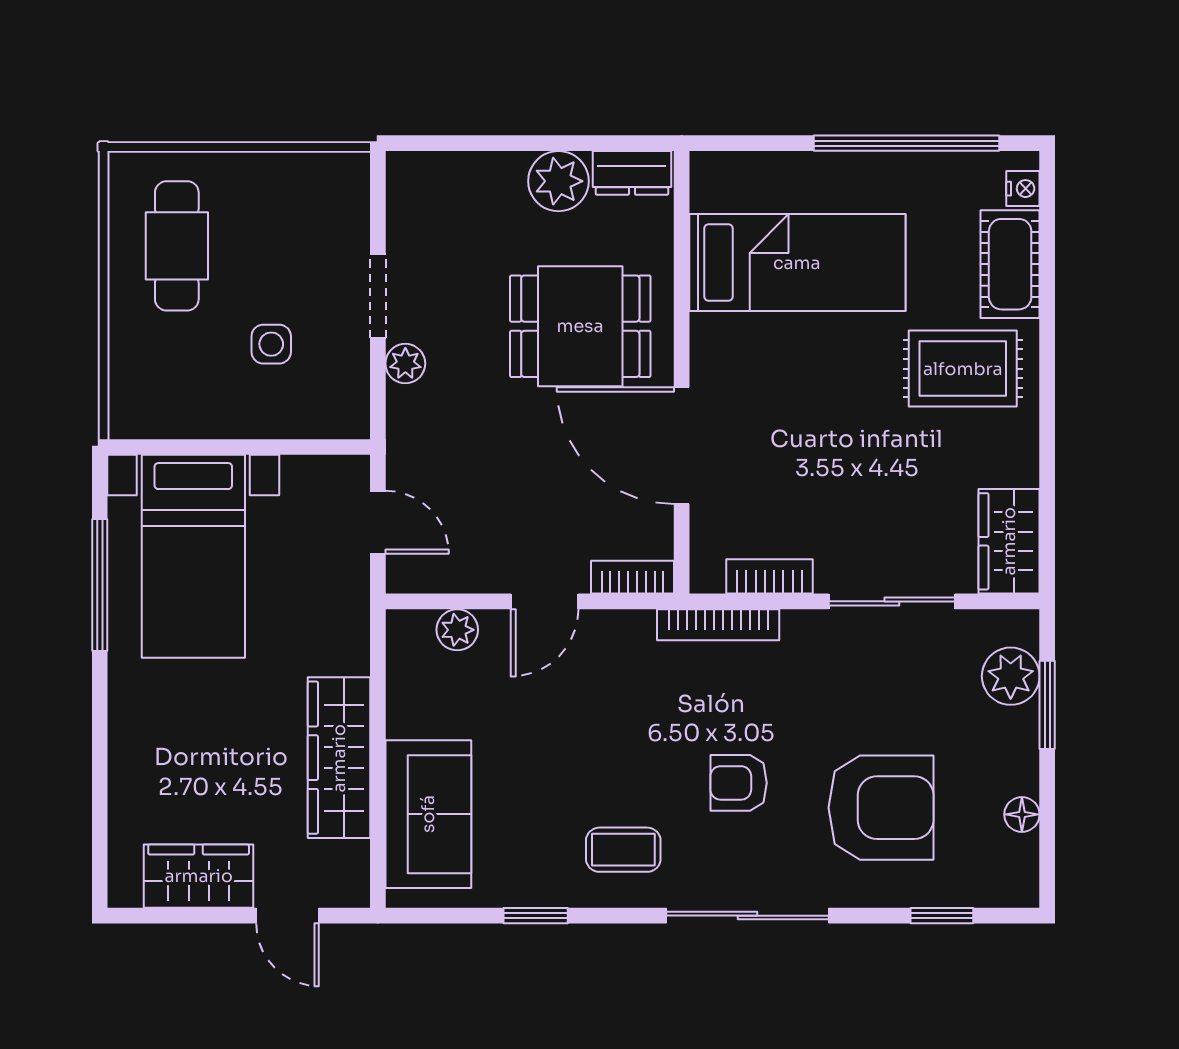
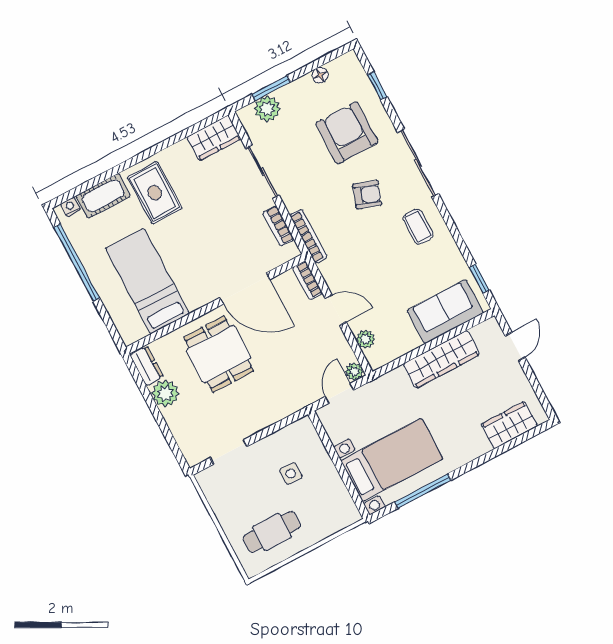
doorway: (378, 296) -> (229, 452), moved
plant: (405, 364) -> (354, 372), moved
door: (682, 446) -> (245, 289), hinge flipped
armchair: (739, 783) -> (367, 195), turned -71
wardrobe: (199, 876) -> (509, 425), moved, turned 90
window: (536, 916) -> (479, 279), moved

